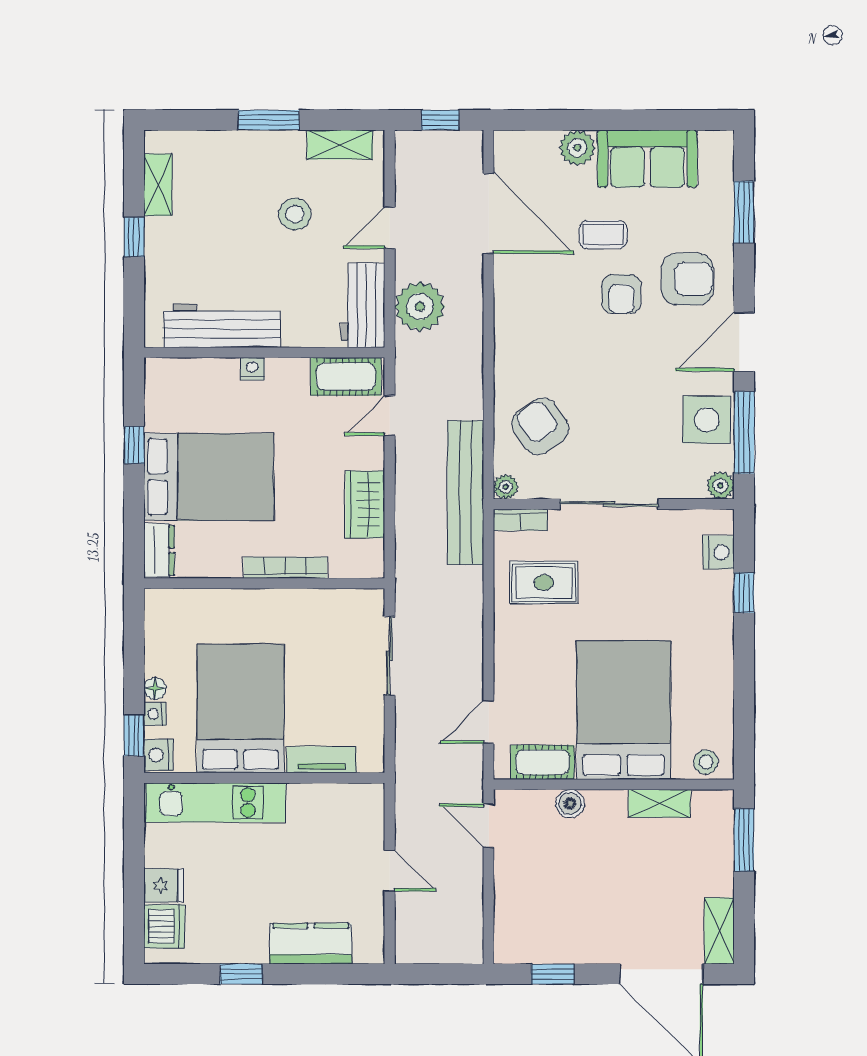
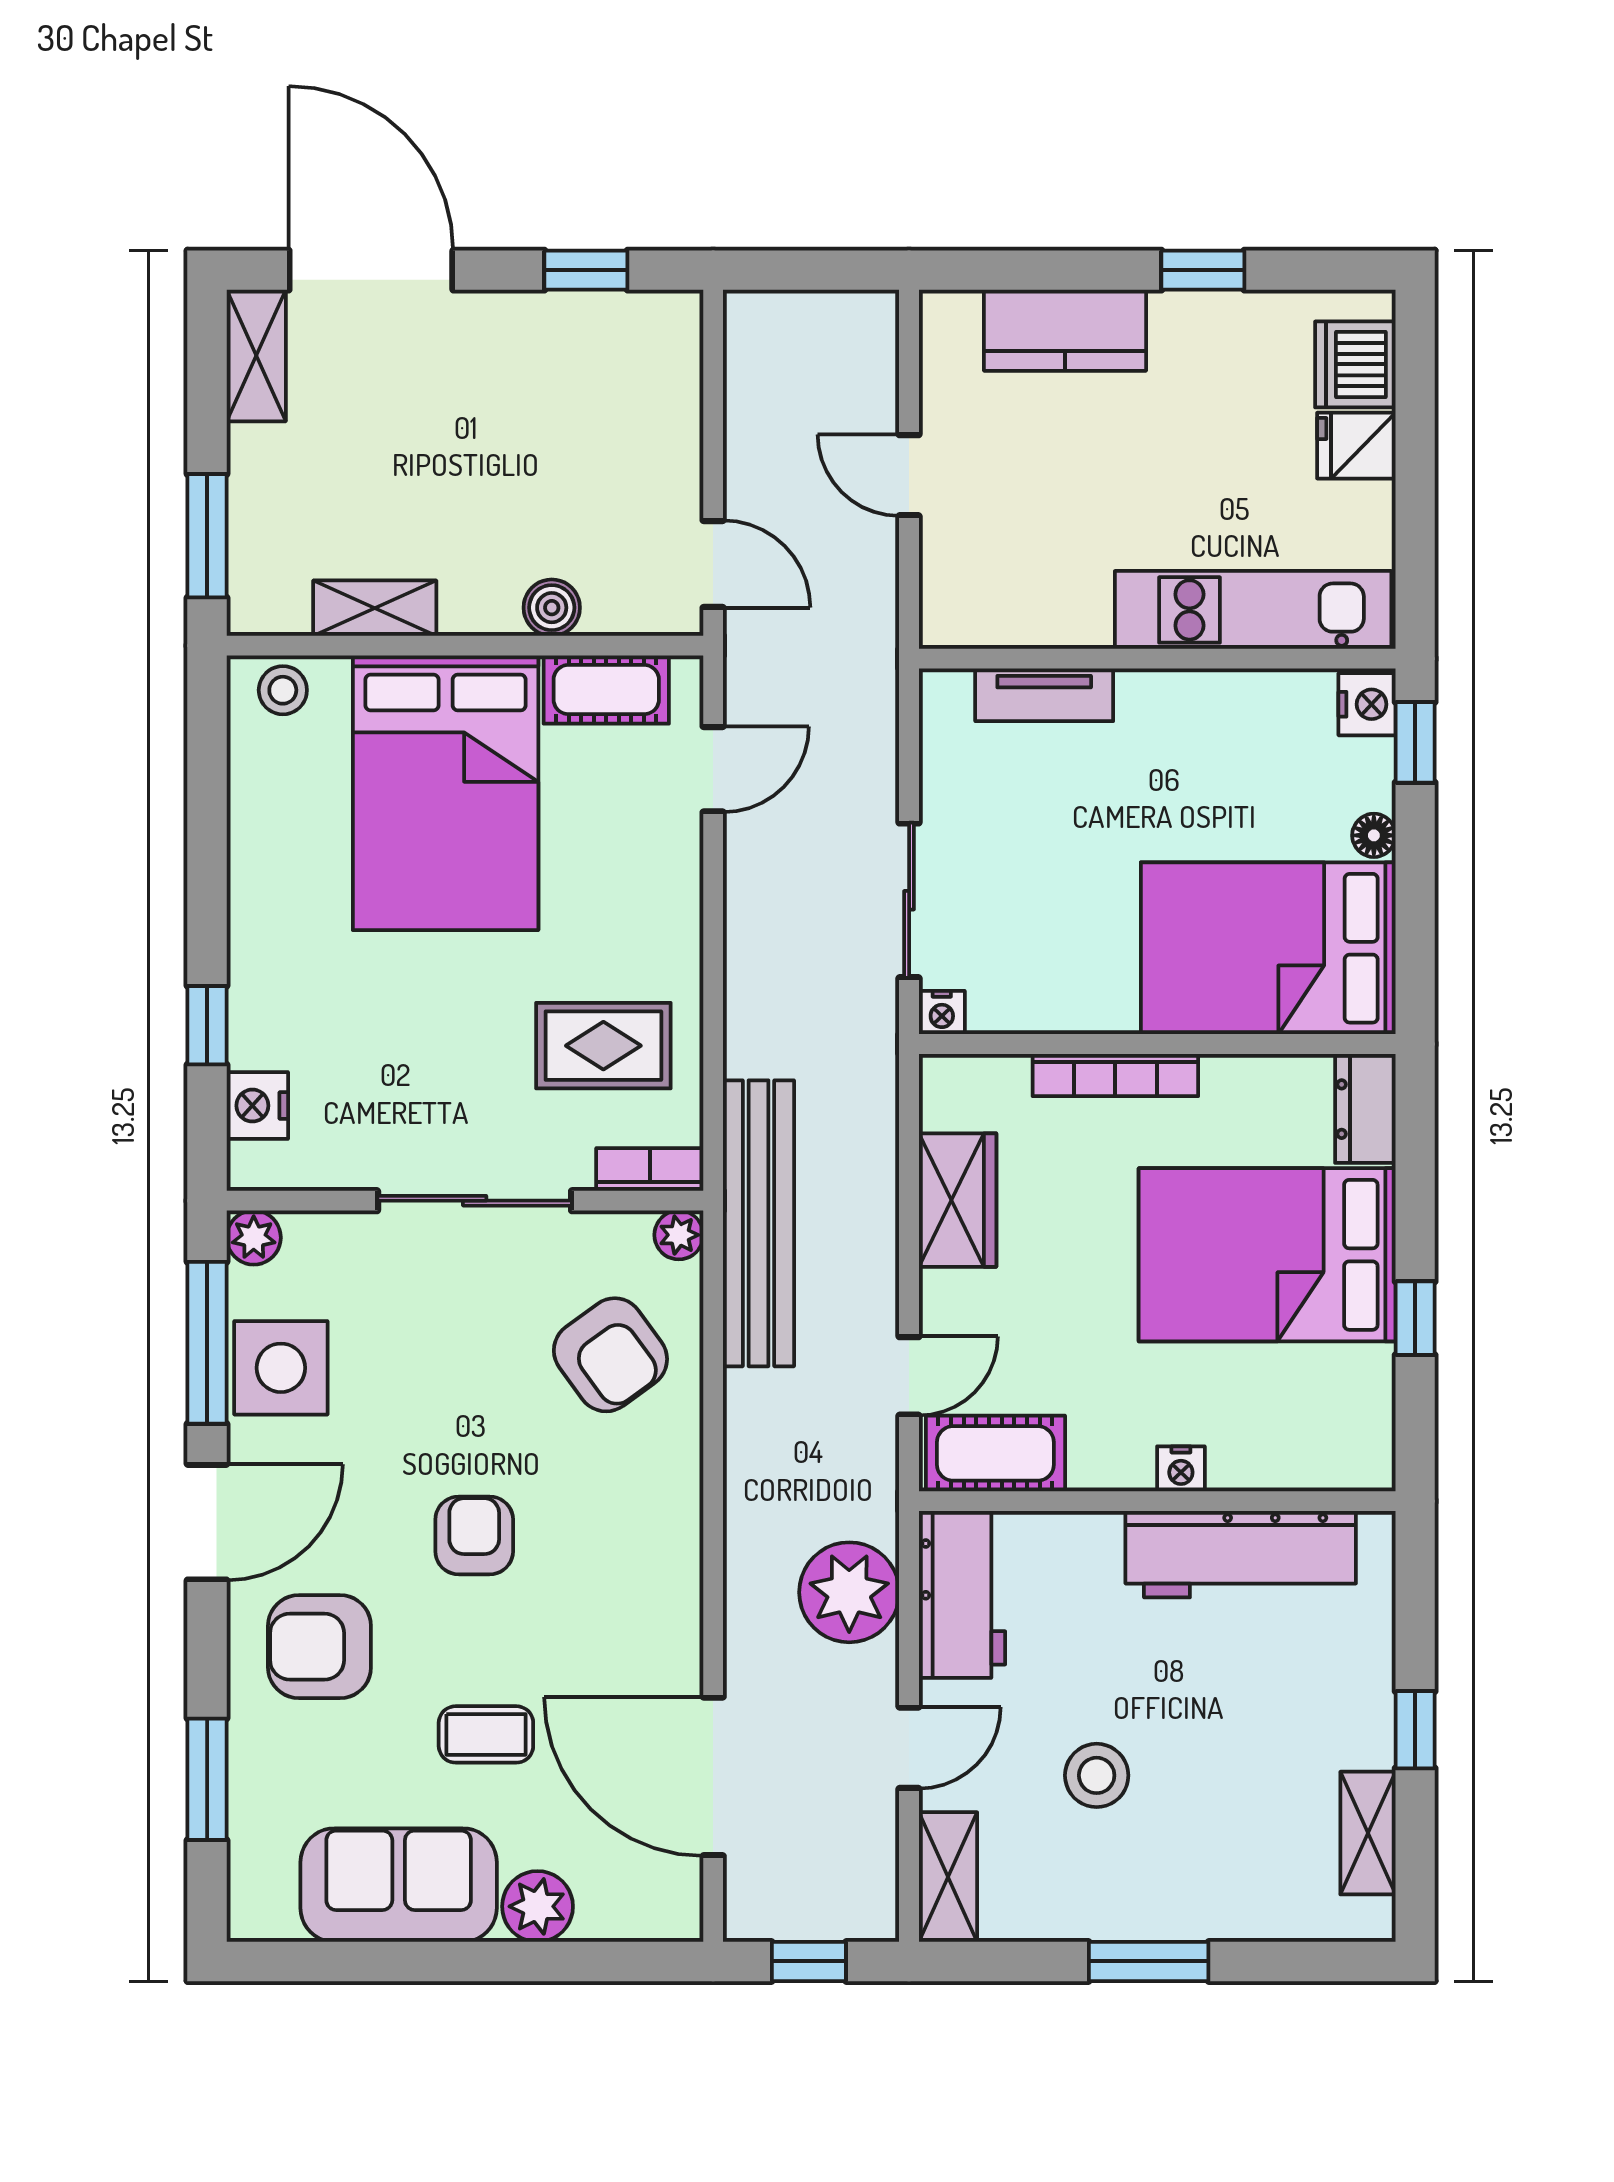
shelving: (340, 145) -> (948, 1877), moved, turned 90
armchair: (621, 294) -> (474, 1535), moved
bed: (240, 709) -> (1268, 948), moved, turned 90
nightstand: (155, 714) -> (942, 1012), moved, turned 90

